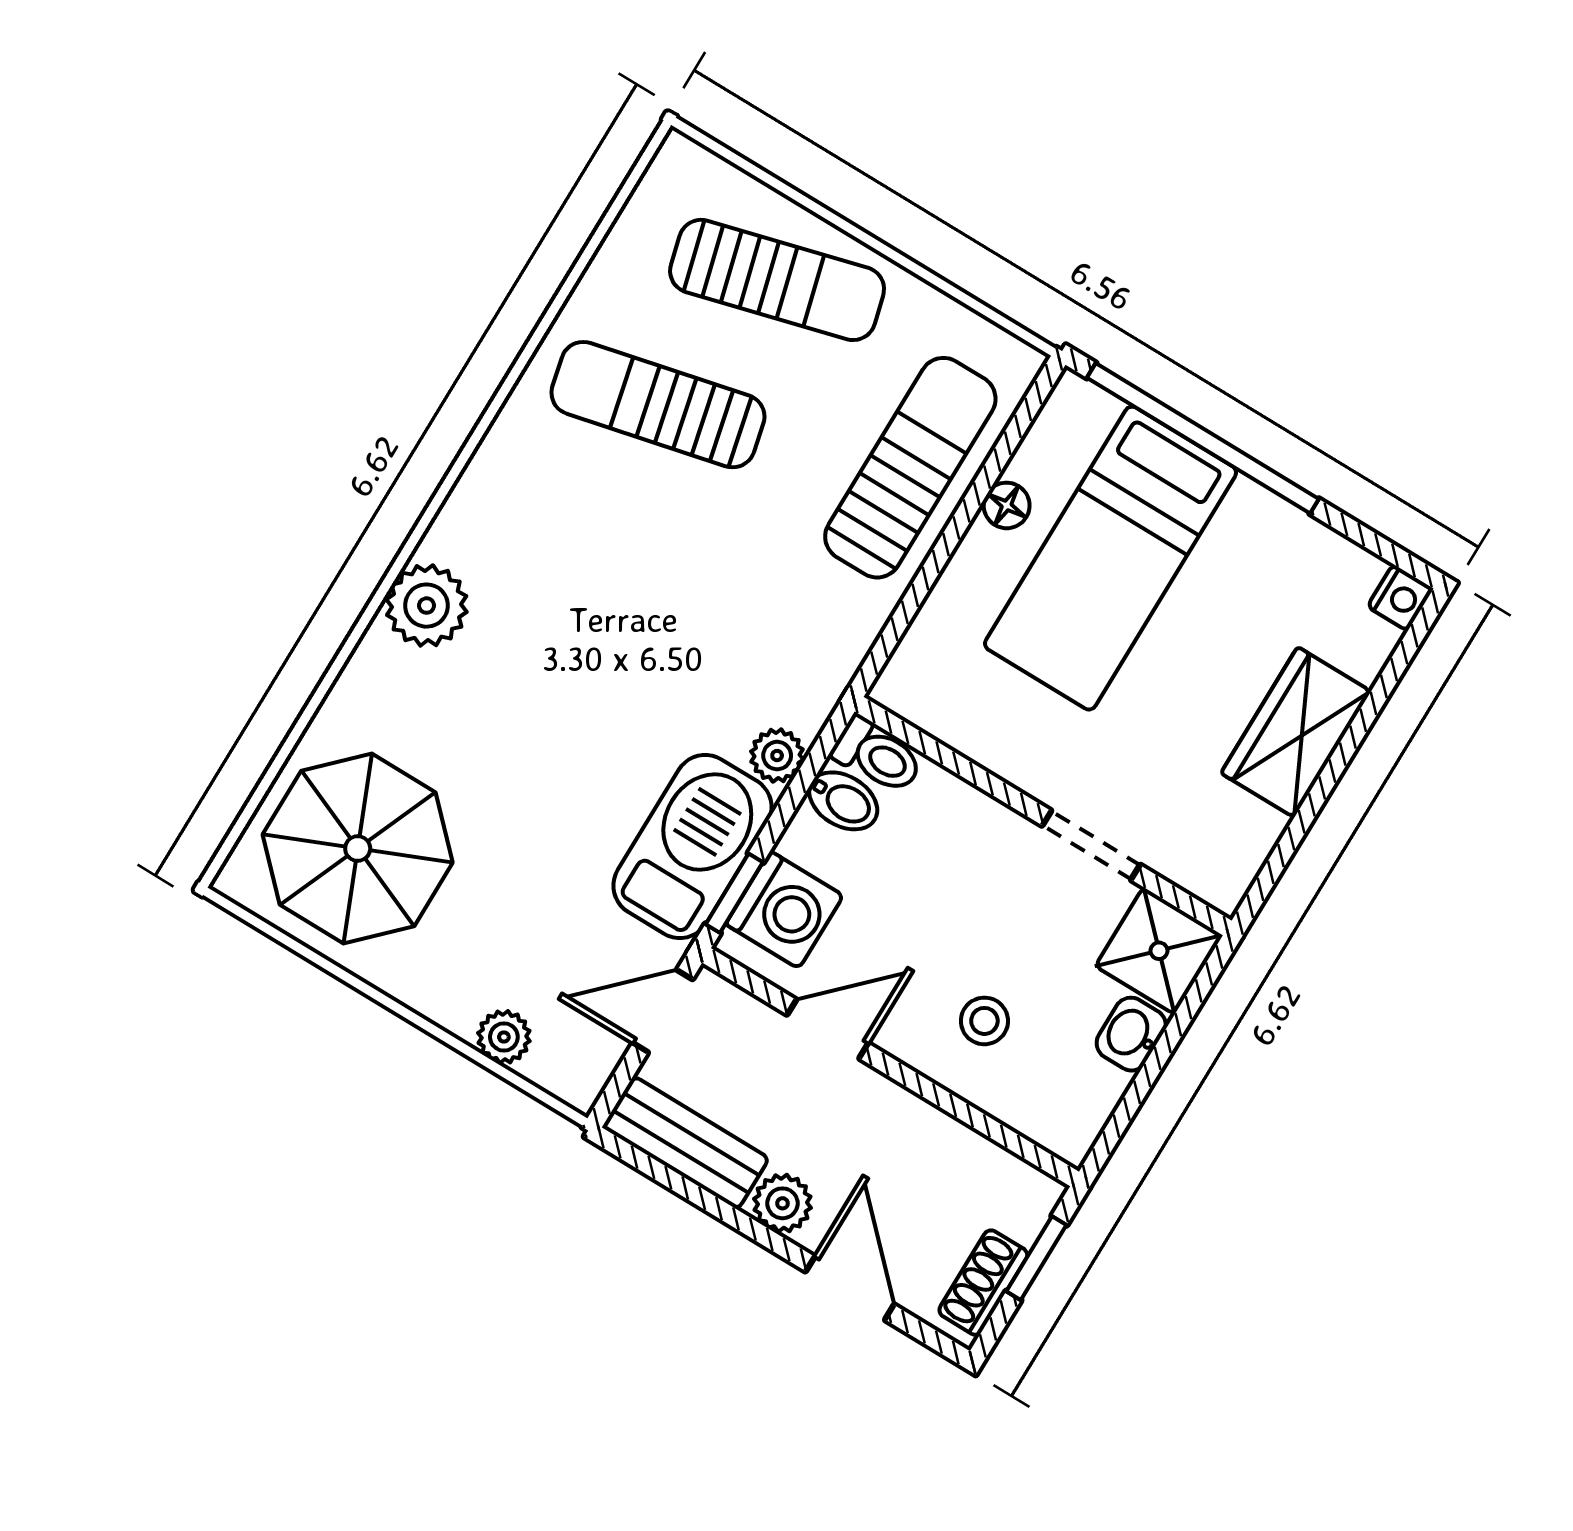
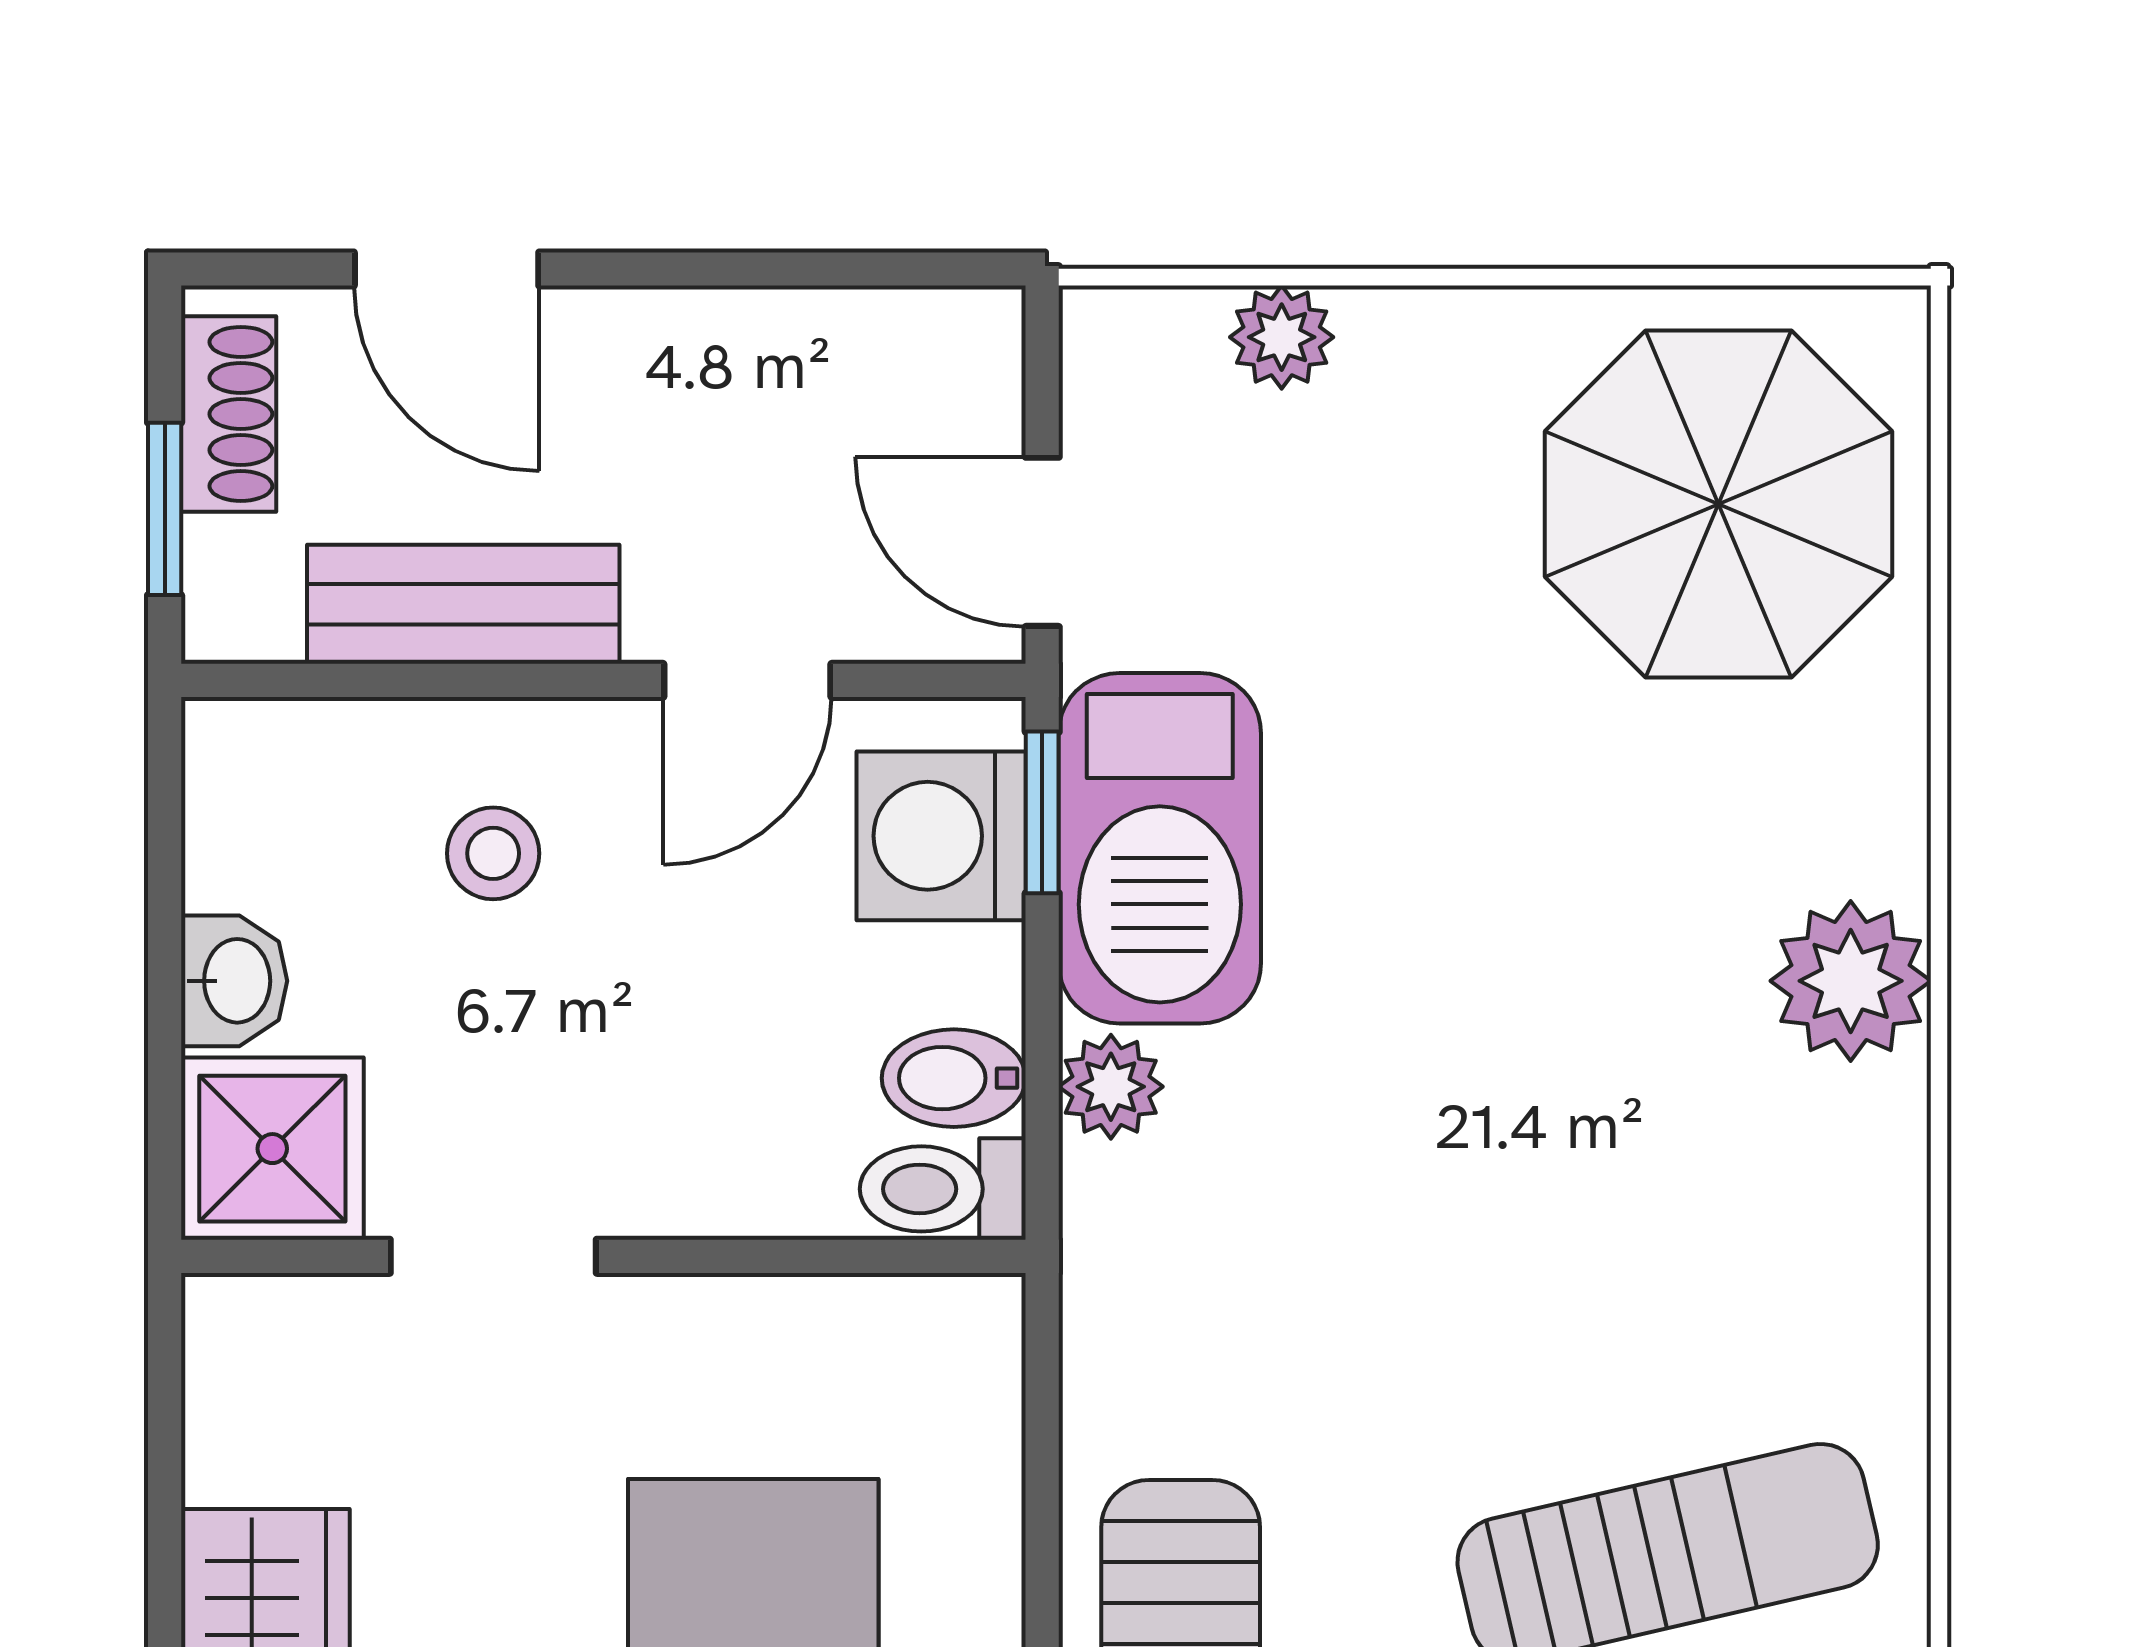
door: (663, 1011) -> (1042, 542), swing flipped
bench: (686, 1143) -> (463, 604), moved
plant: (782, 1203) -> (646, 342), removed

